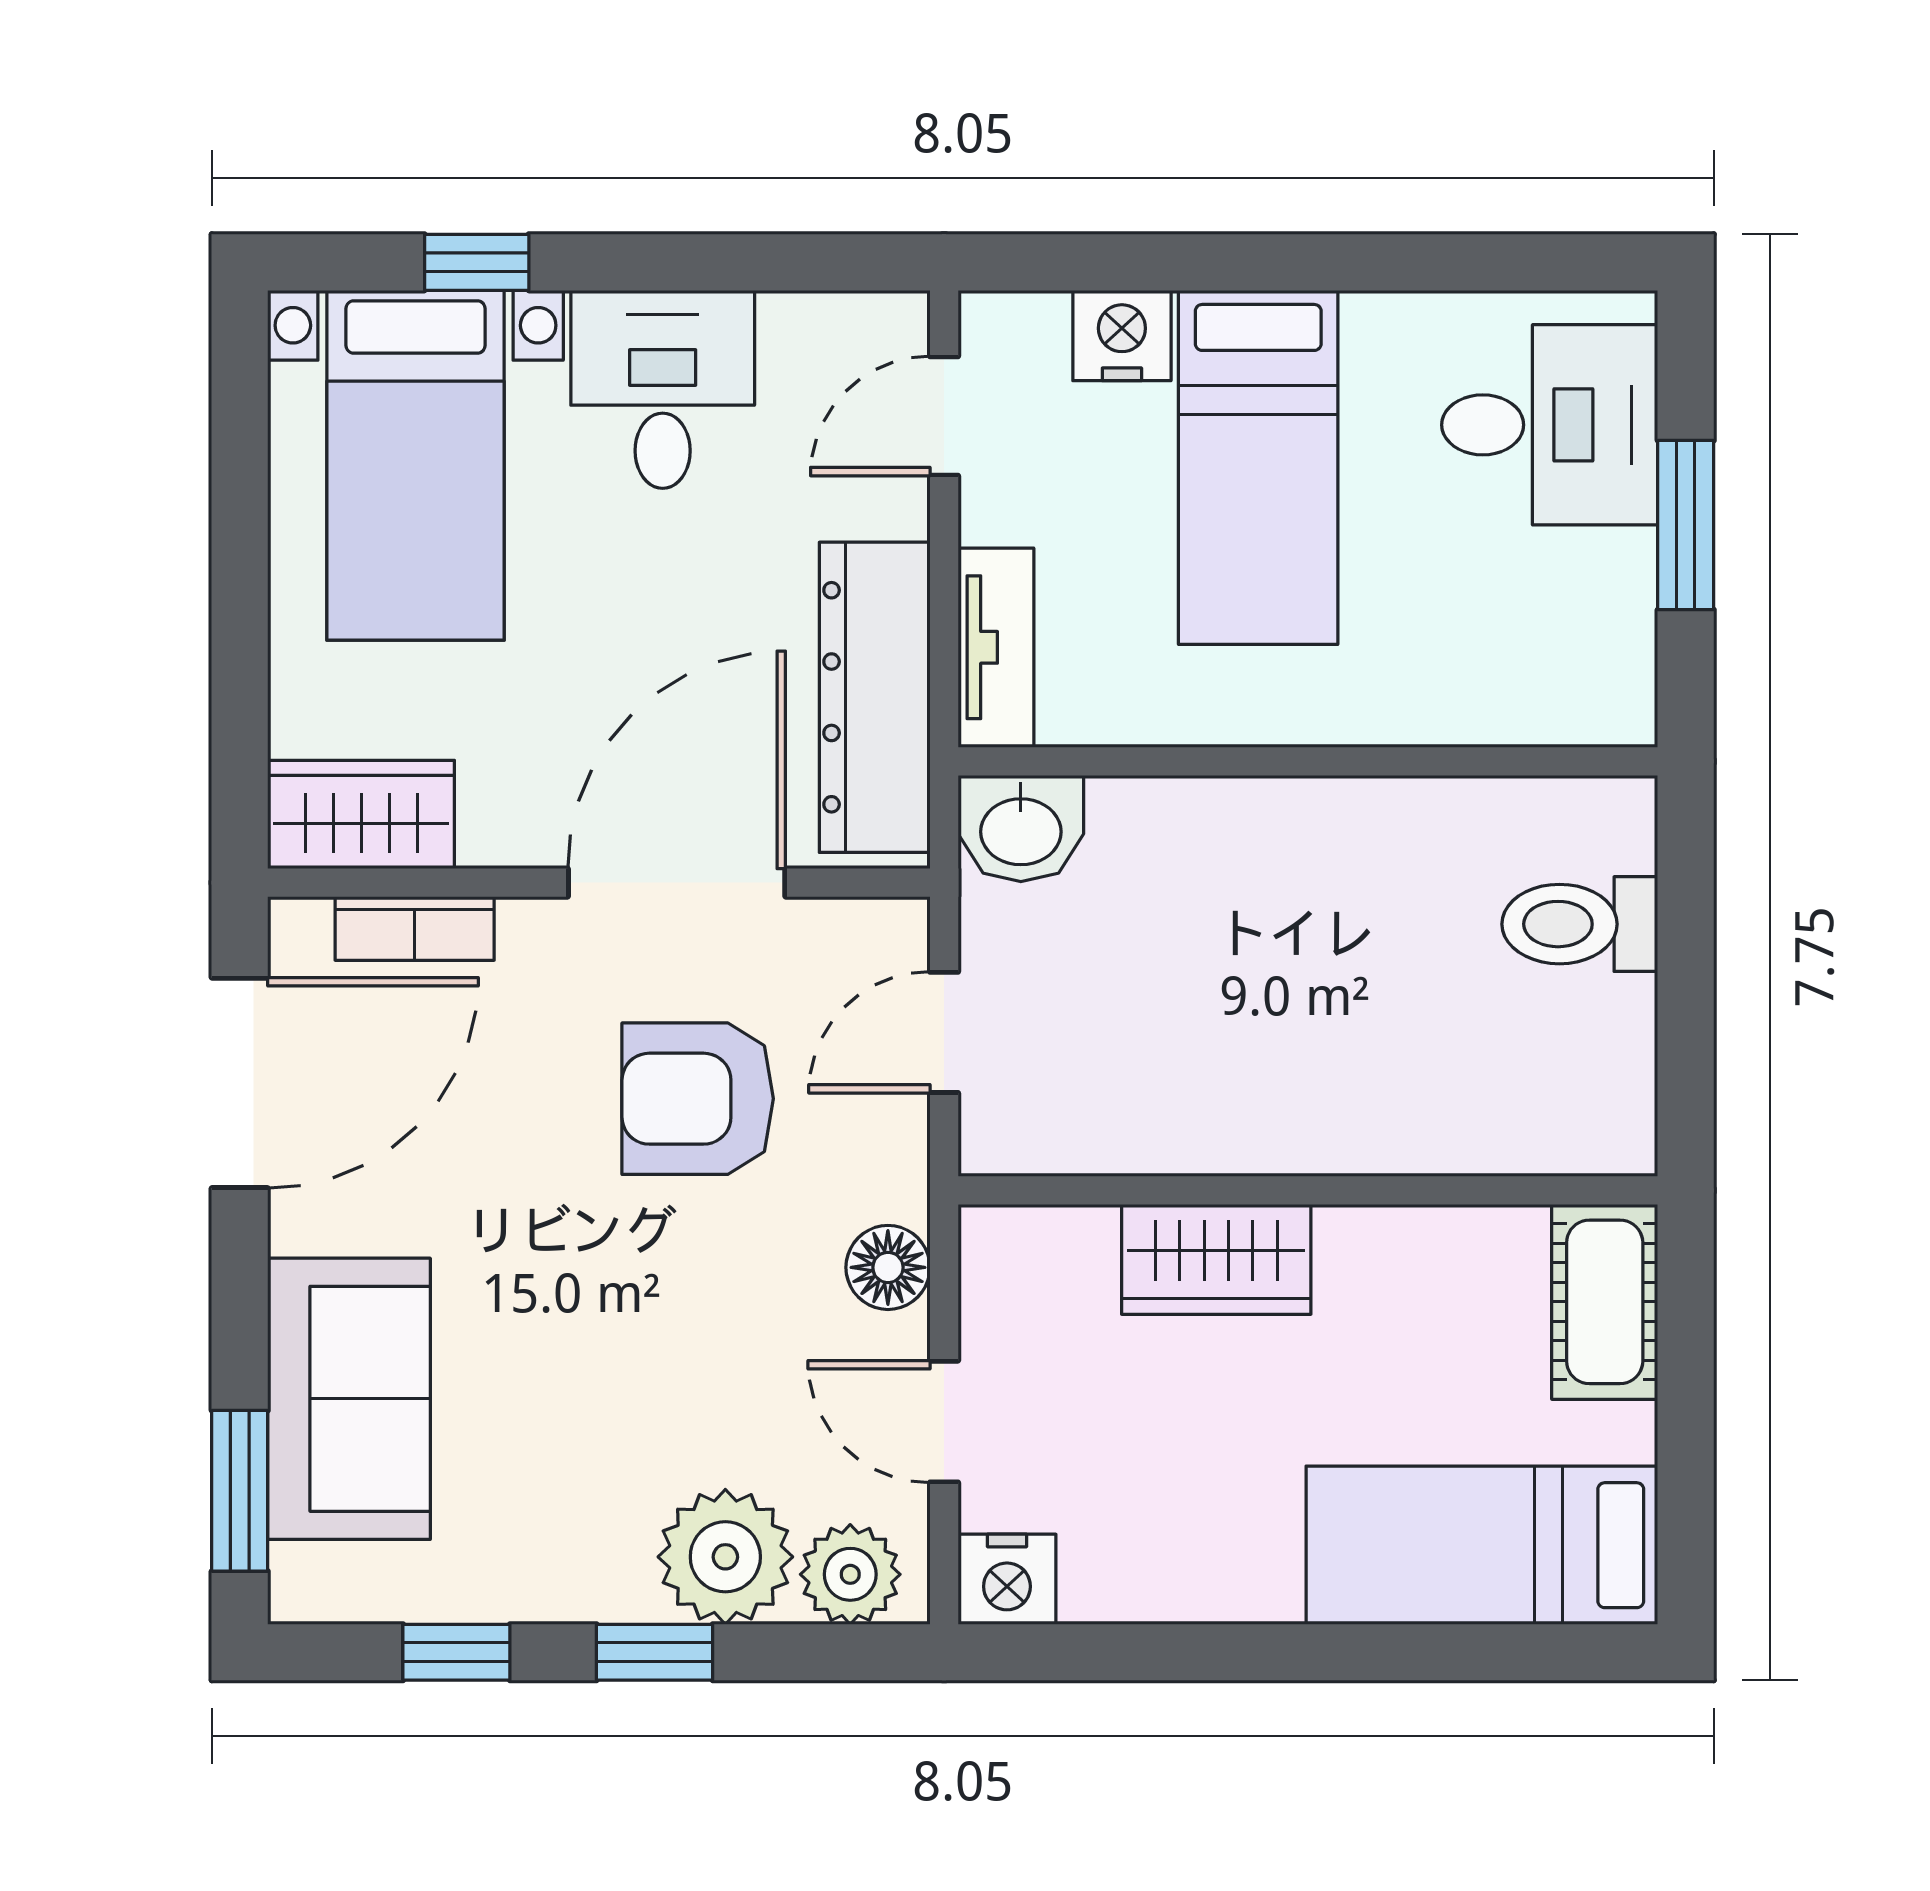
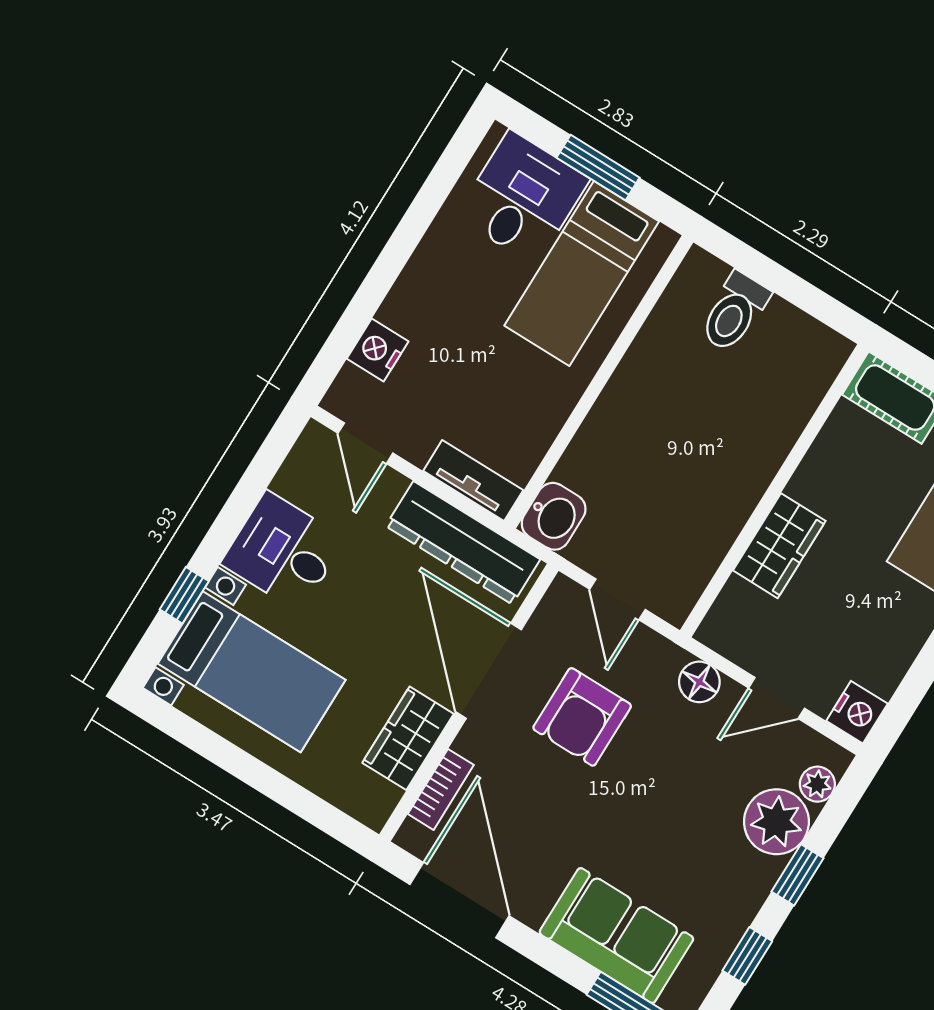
bed: (1258, 467) -> (582, 273), moved, turned 90
wardrobe: (361, 814) -> (408, 738), moved
plant: (850, 1574) -> (817, 784), width x0.73, depth x0.73

